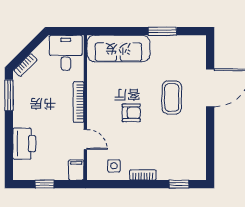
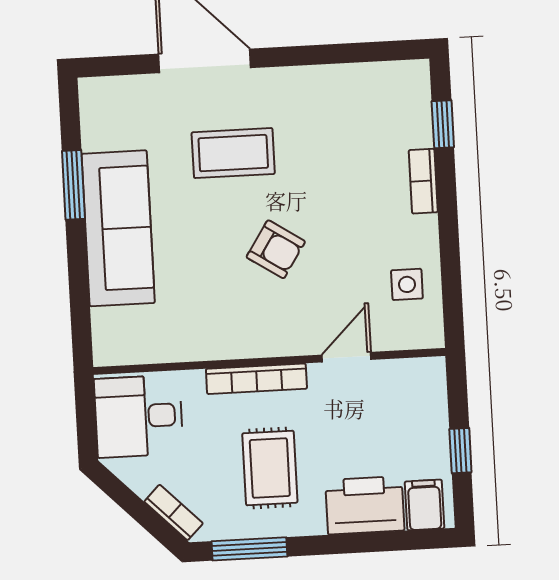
sofa: (118, 49) -> (118, 228), moved
rug: (42, 105) -> (270, 468), added
armchair: (131, 113) -> (276, 249), turned 123
filing cabinet: (76, 170) -> (425, 505), moved, turned 90
bookcase: (143, 175) -> (423, 181), moved

